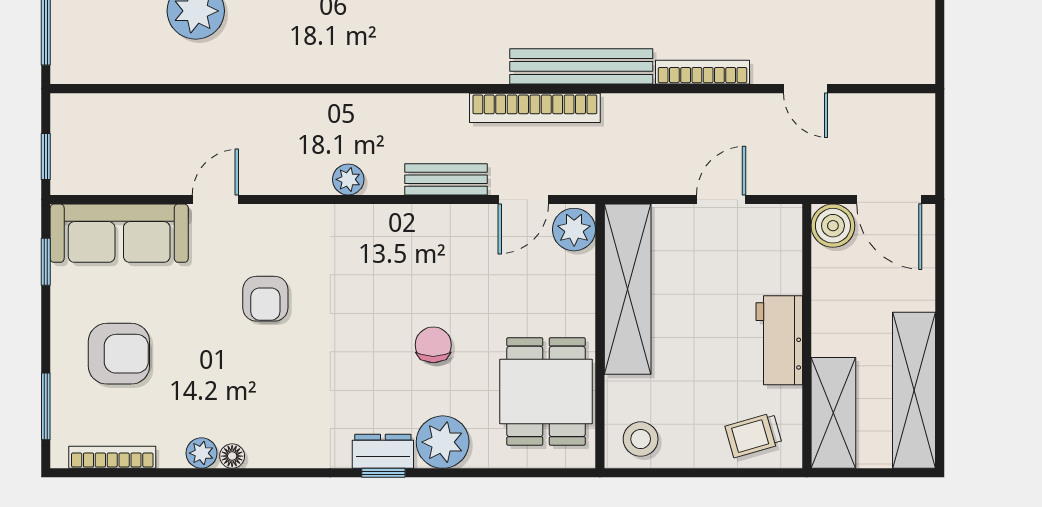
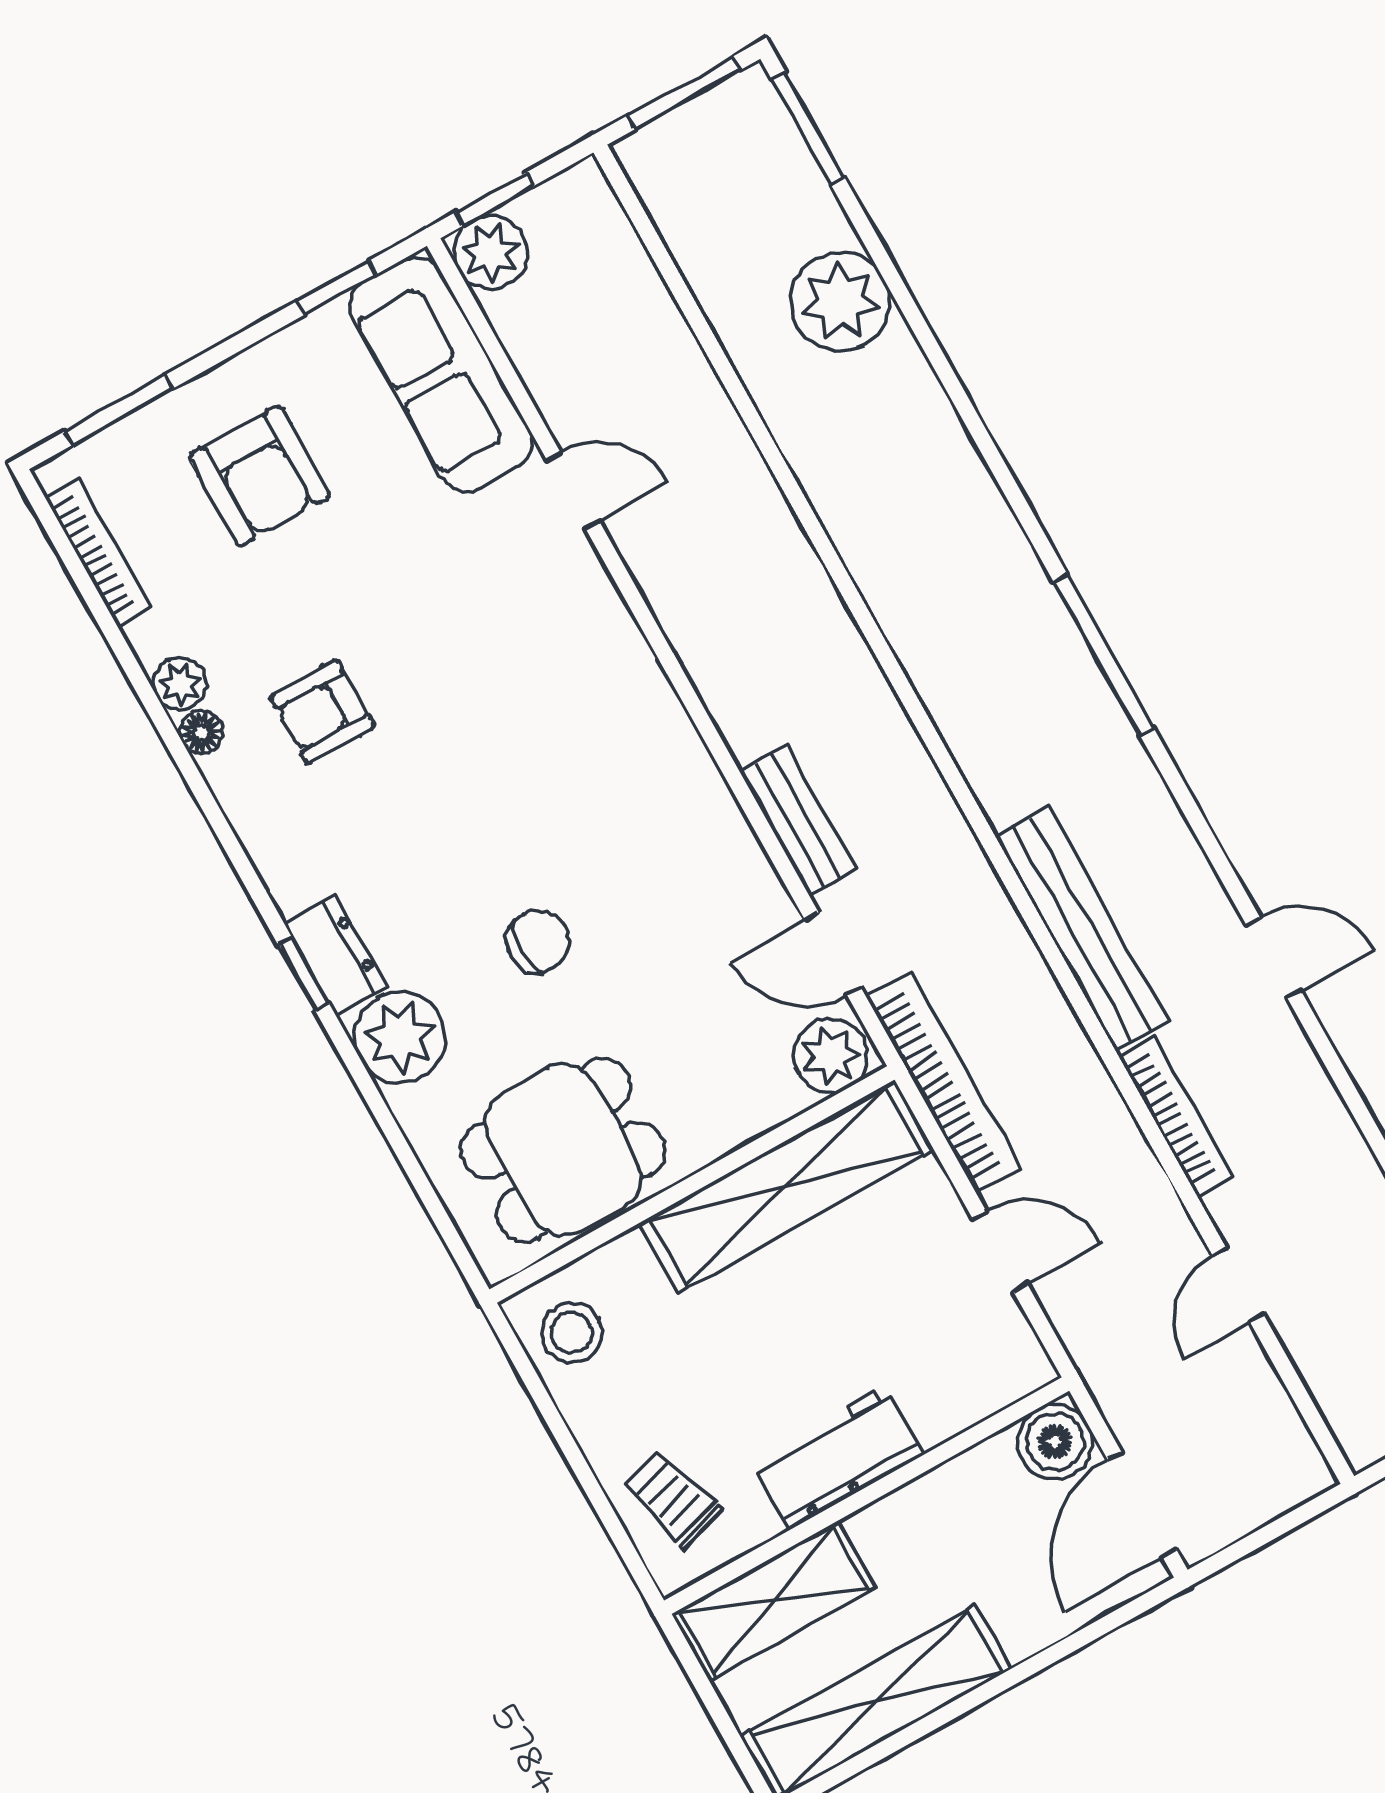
bookcase: (535, 108) -> (943, 1083), moved, turned 180
plant: (348, 179) -> (490, 252), moved, width x1.38, depth x1.38
armchair: (265, 299) -> (322, 711), moved

